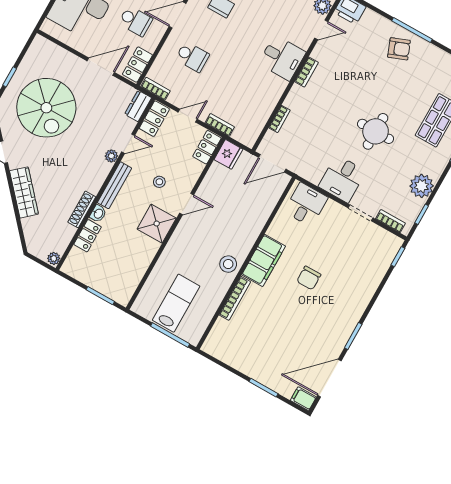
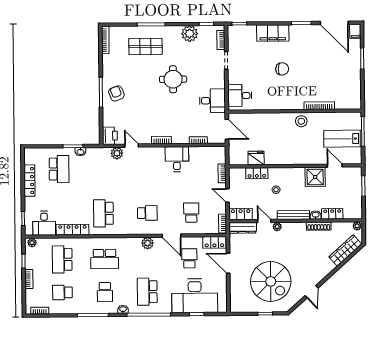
desk: (282, 58) -> (177, 159), moved
dresser: (138, 106) -> (243, 228), width x1.44
spiral stairs: (46, 108) -> (271, 281), turned 90
locker: (207, 147) -> (257, 173), moved
fridge: (228, 154) -> (256, 158), moved
desk: (342, 179) -> (212, 101), moved
wardrobe: (24, 192) -> (345, 250), moved
door: (187, 204) -> (335, 166), moved
shower: (157, 224) -> (315, 177), moved
filing cabinet: (264, 260) -> (273, 33), moved, turned 180

